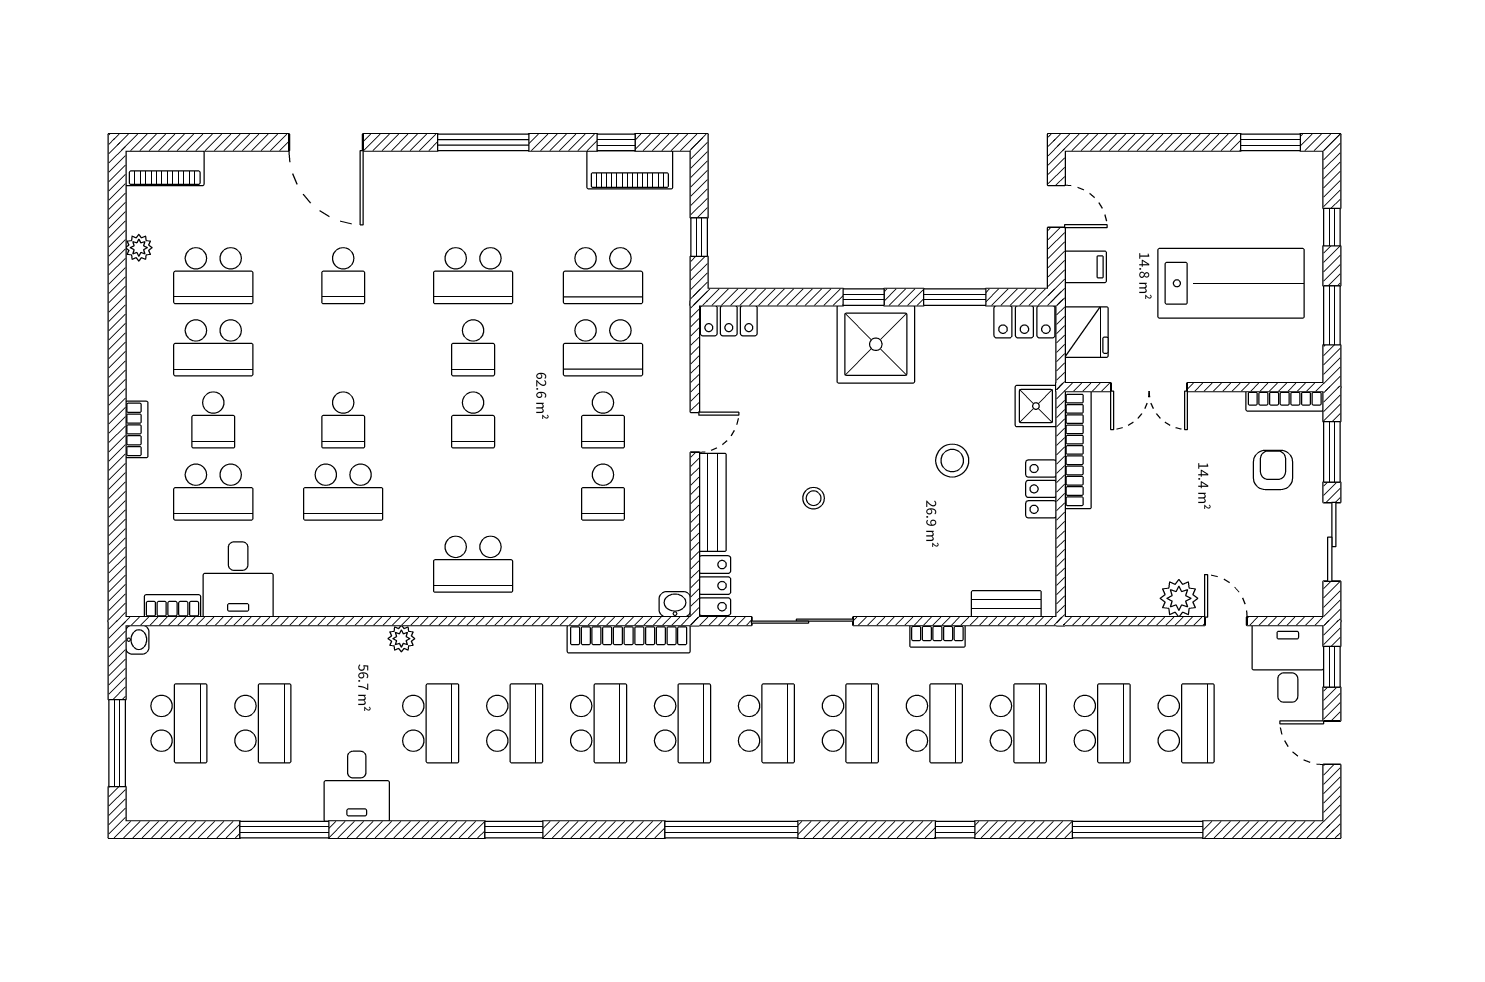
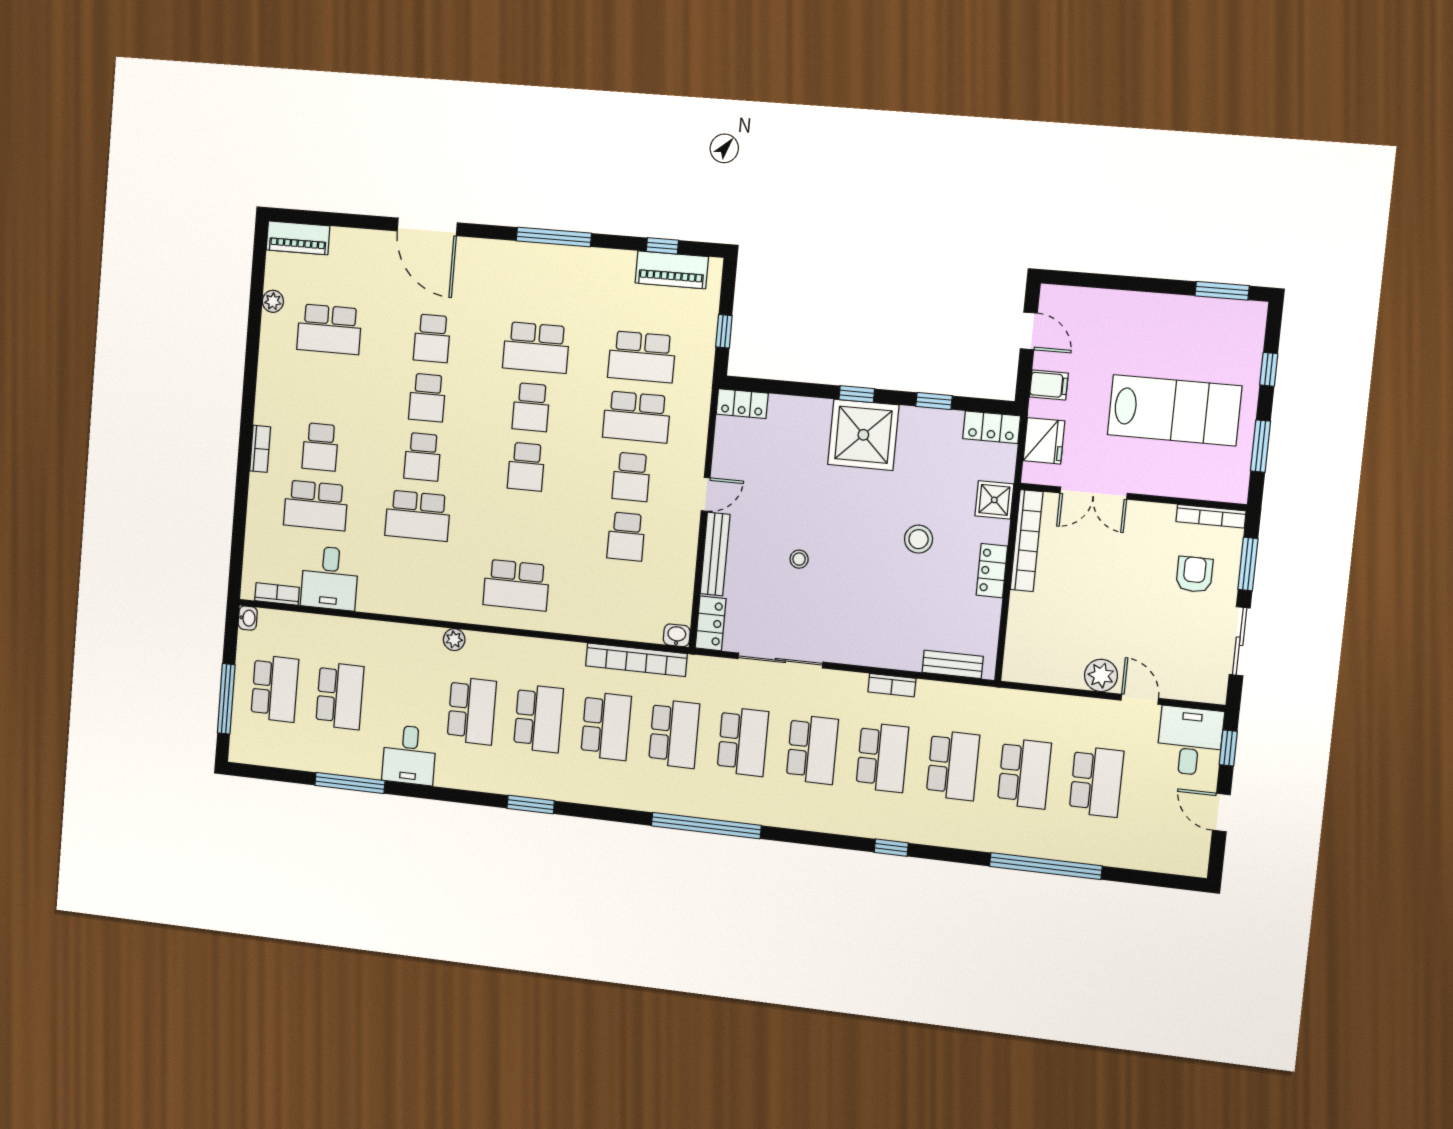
window: (955, 297) -> (934, 401), width x0.67
school desk: (213, 348) -> (427, 398), moved, width x0.54

